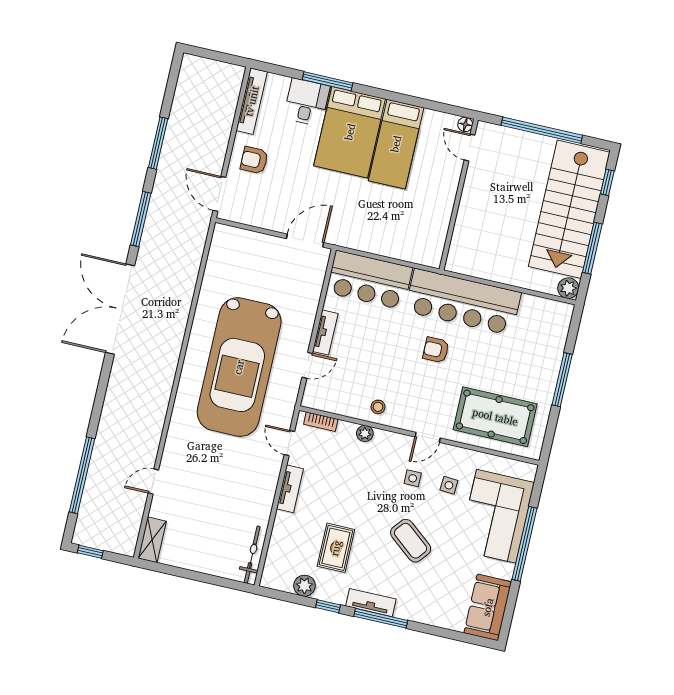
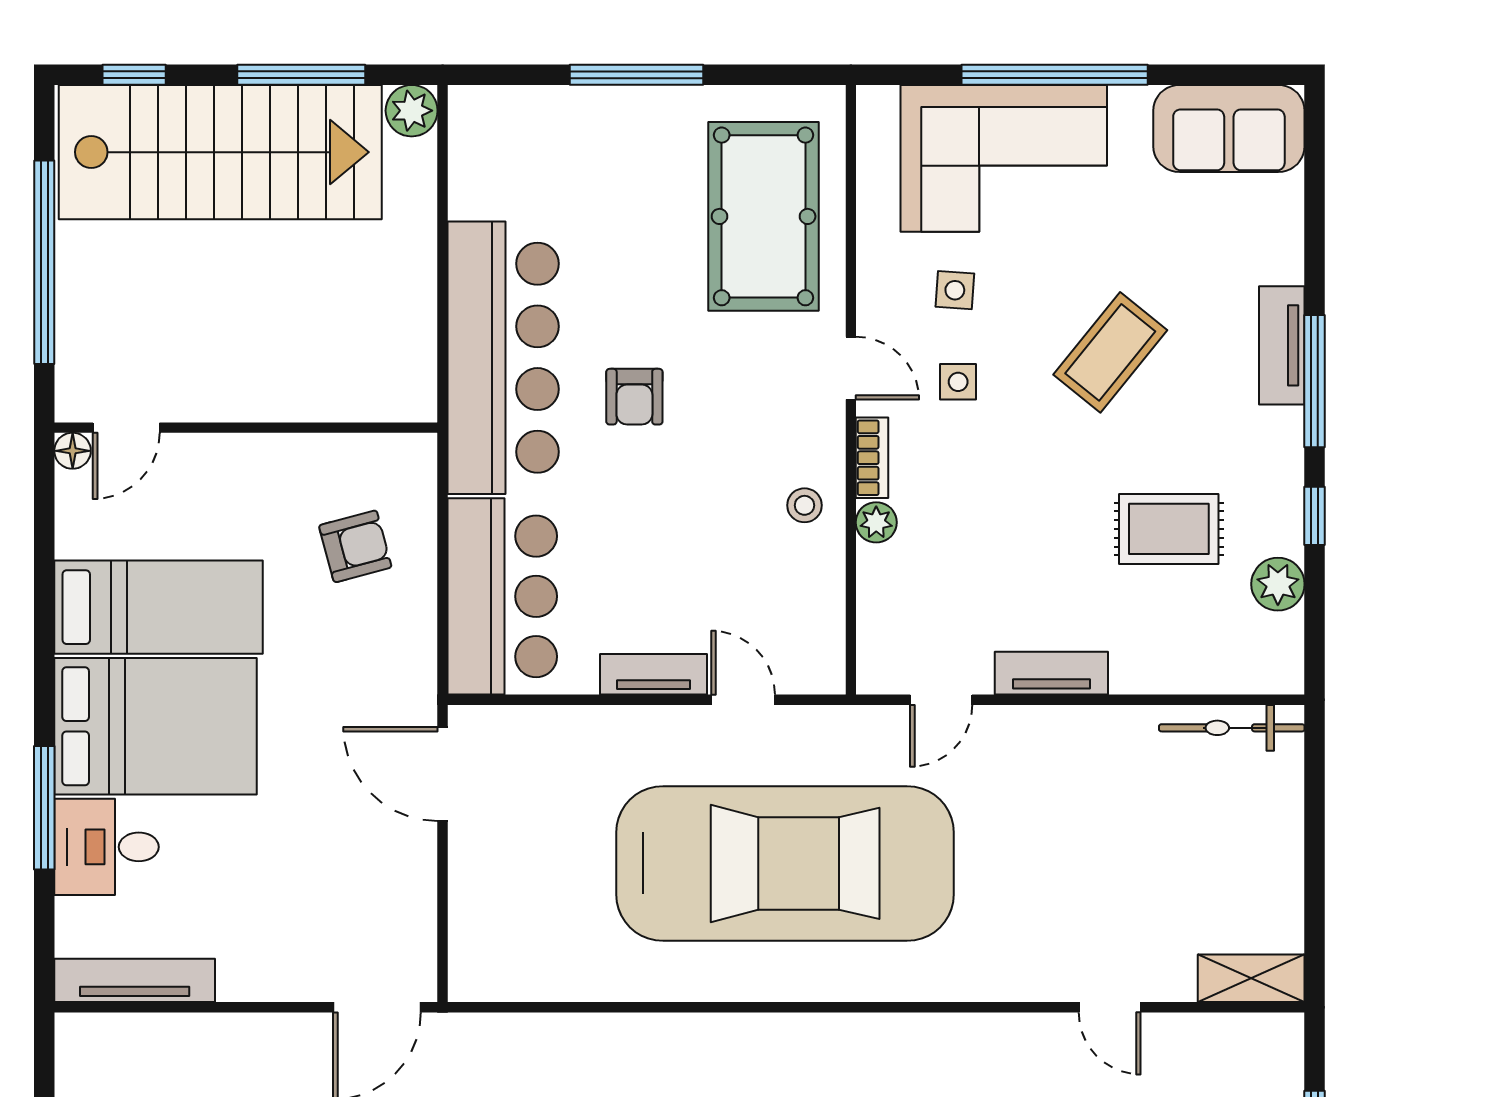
armchair: (254, 160) -> (355, 546), moved, turned -105
bookcase: (321, 422) -> (872, 458), moved
tv unit: (371, 603) -> (1282, 345), moved

